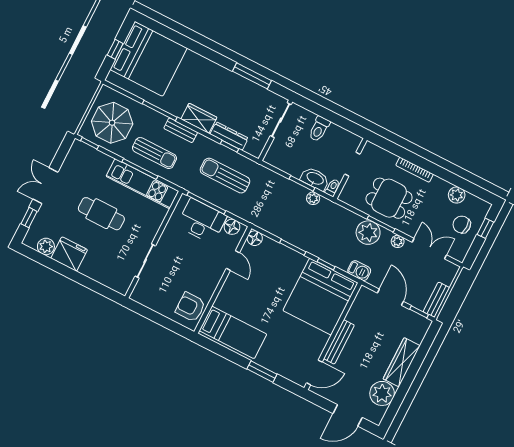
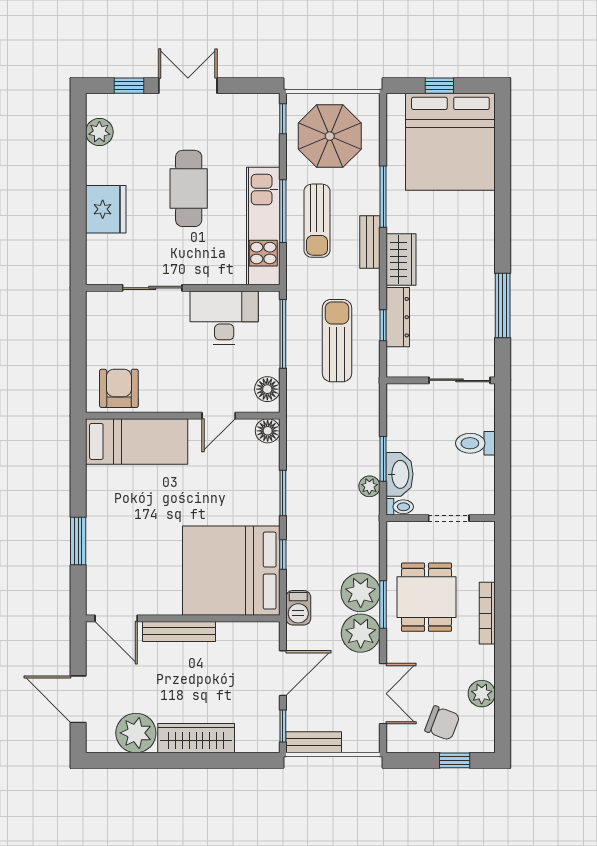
desk: (202, 221) -> (224, 318), moved, turned -90
chair: (462, 225) -> (442, 723), turned 111
plant: (398, 241) -> (361, 633), width x1.88, depth x1.88
fridge: (69, 254) -> (106, 209), moved
bed: (233, 332) -> (137, 441), moved, turned -90

